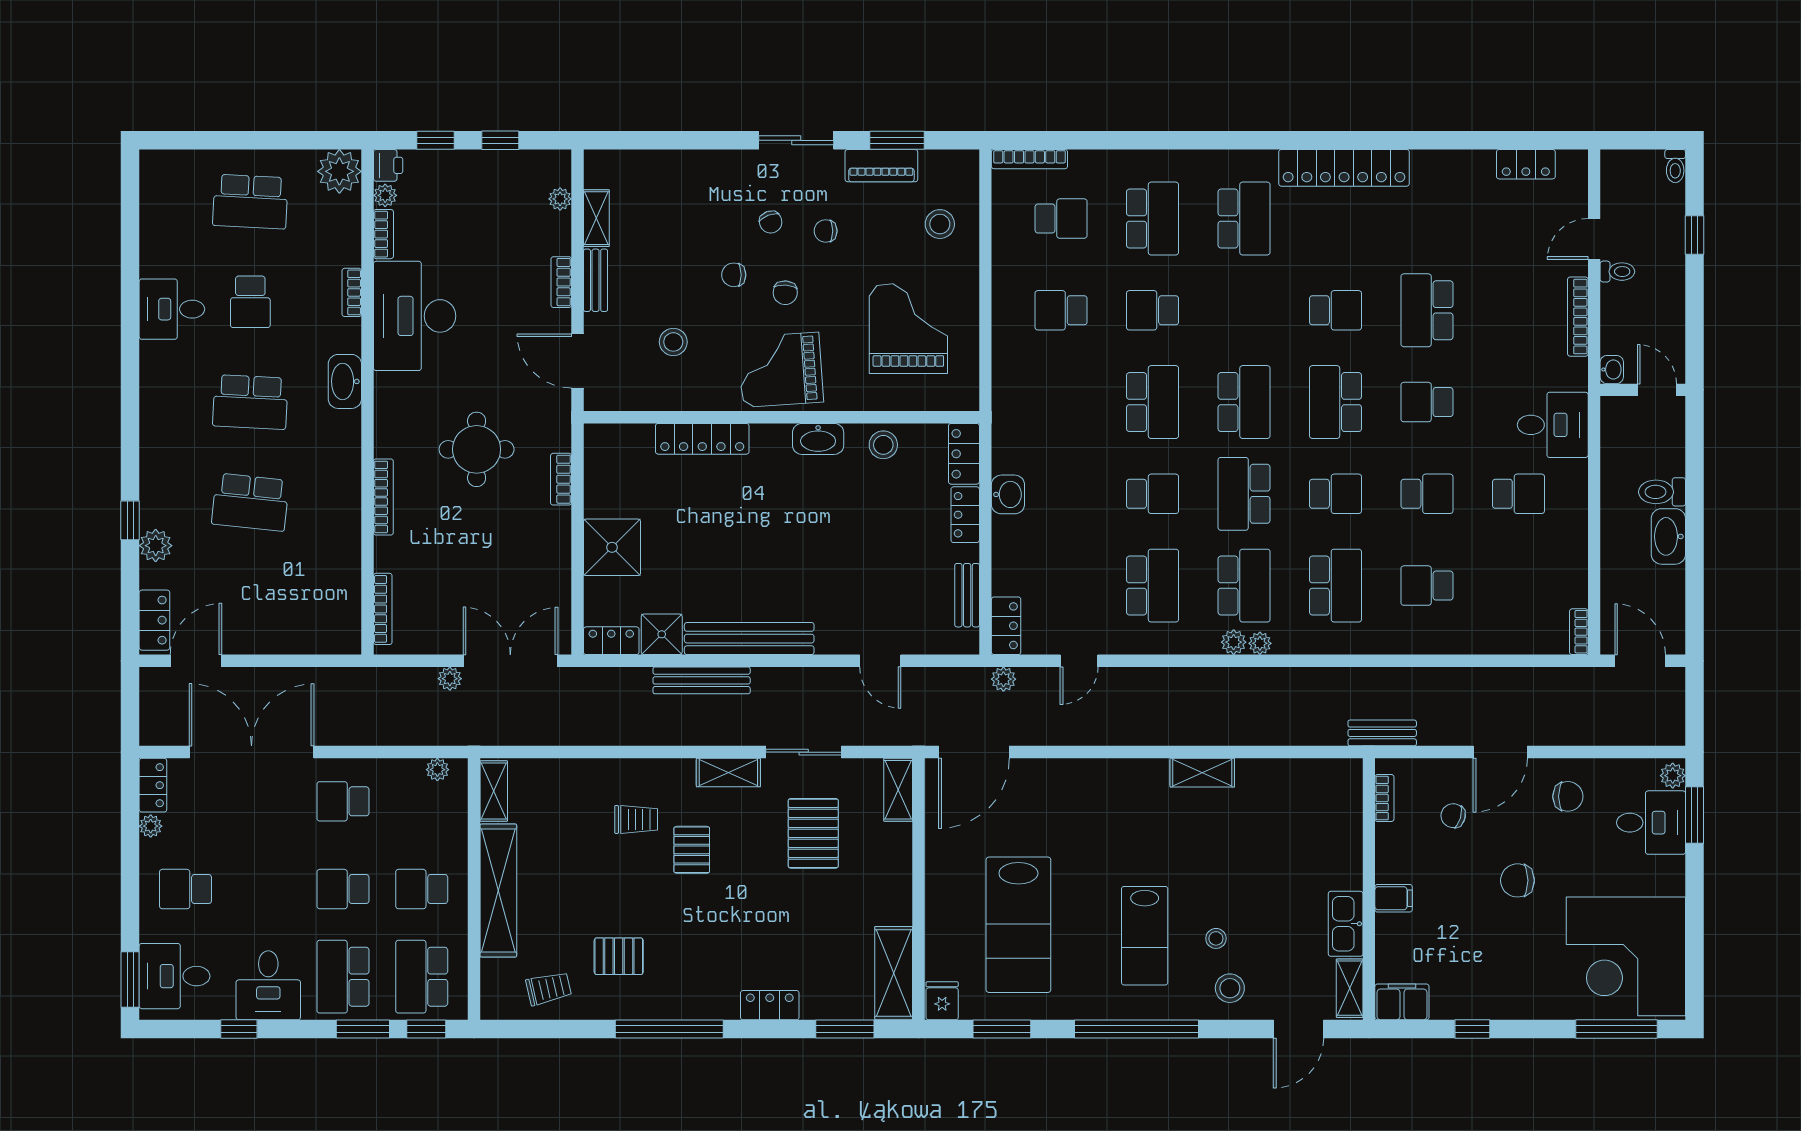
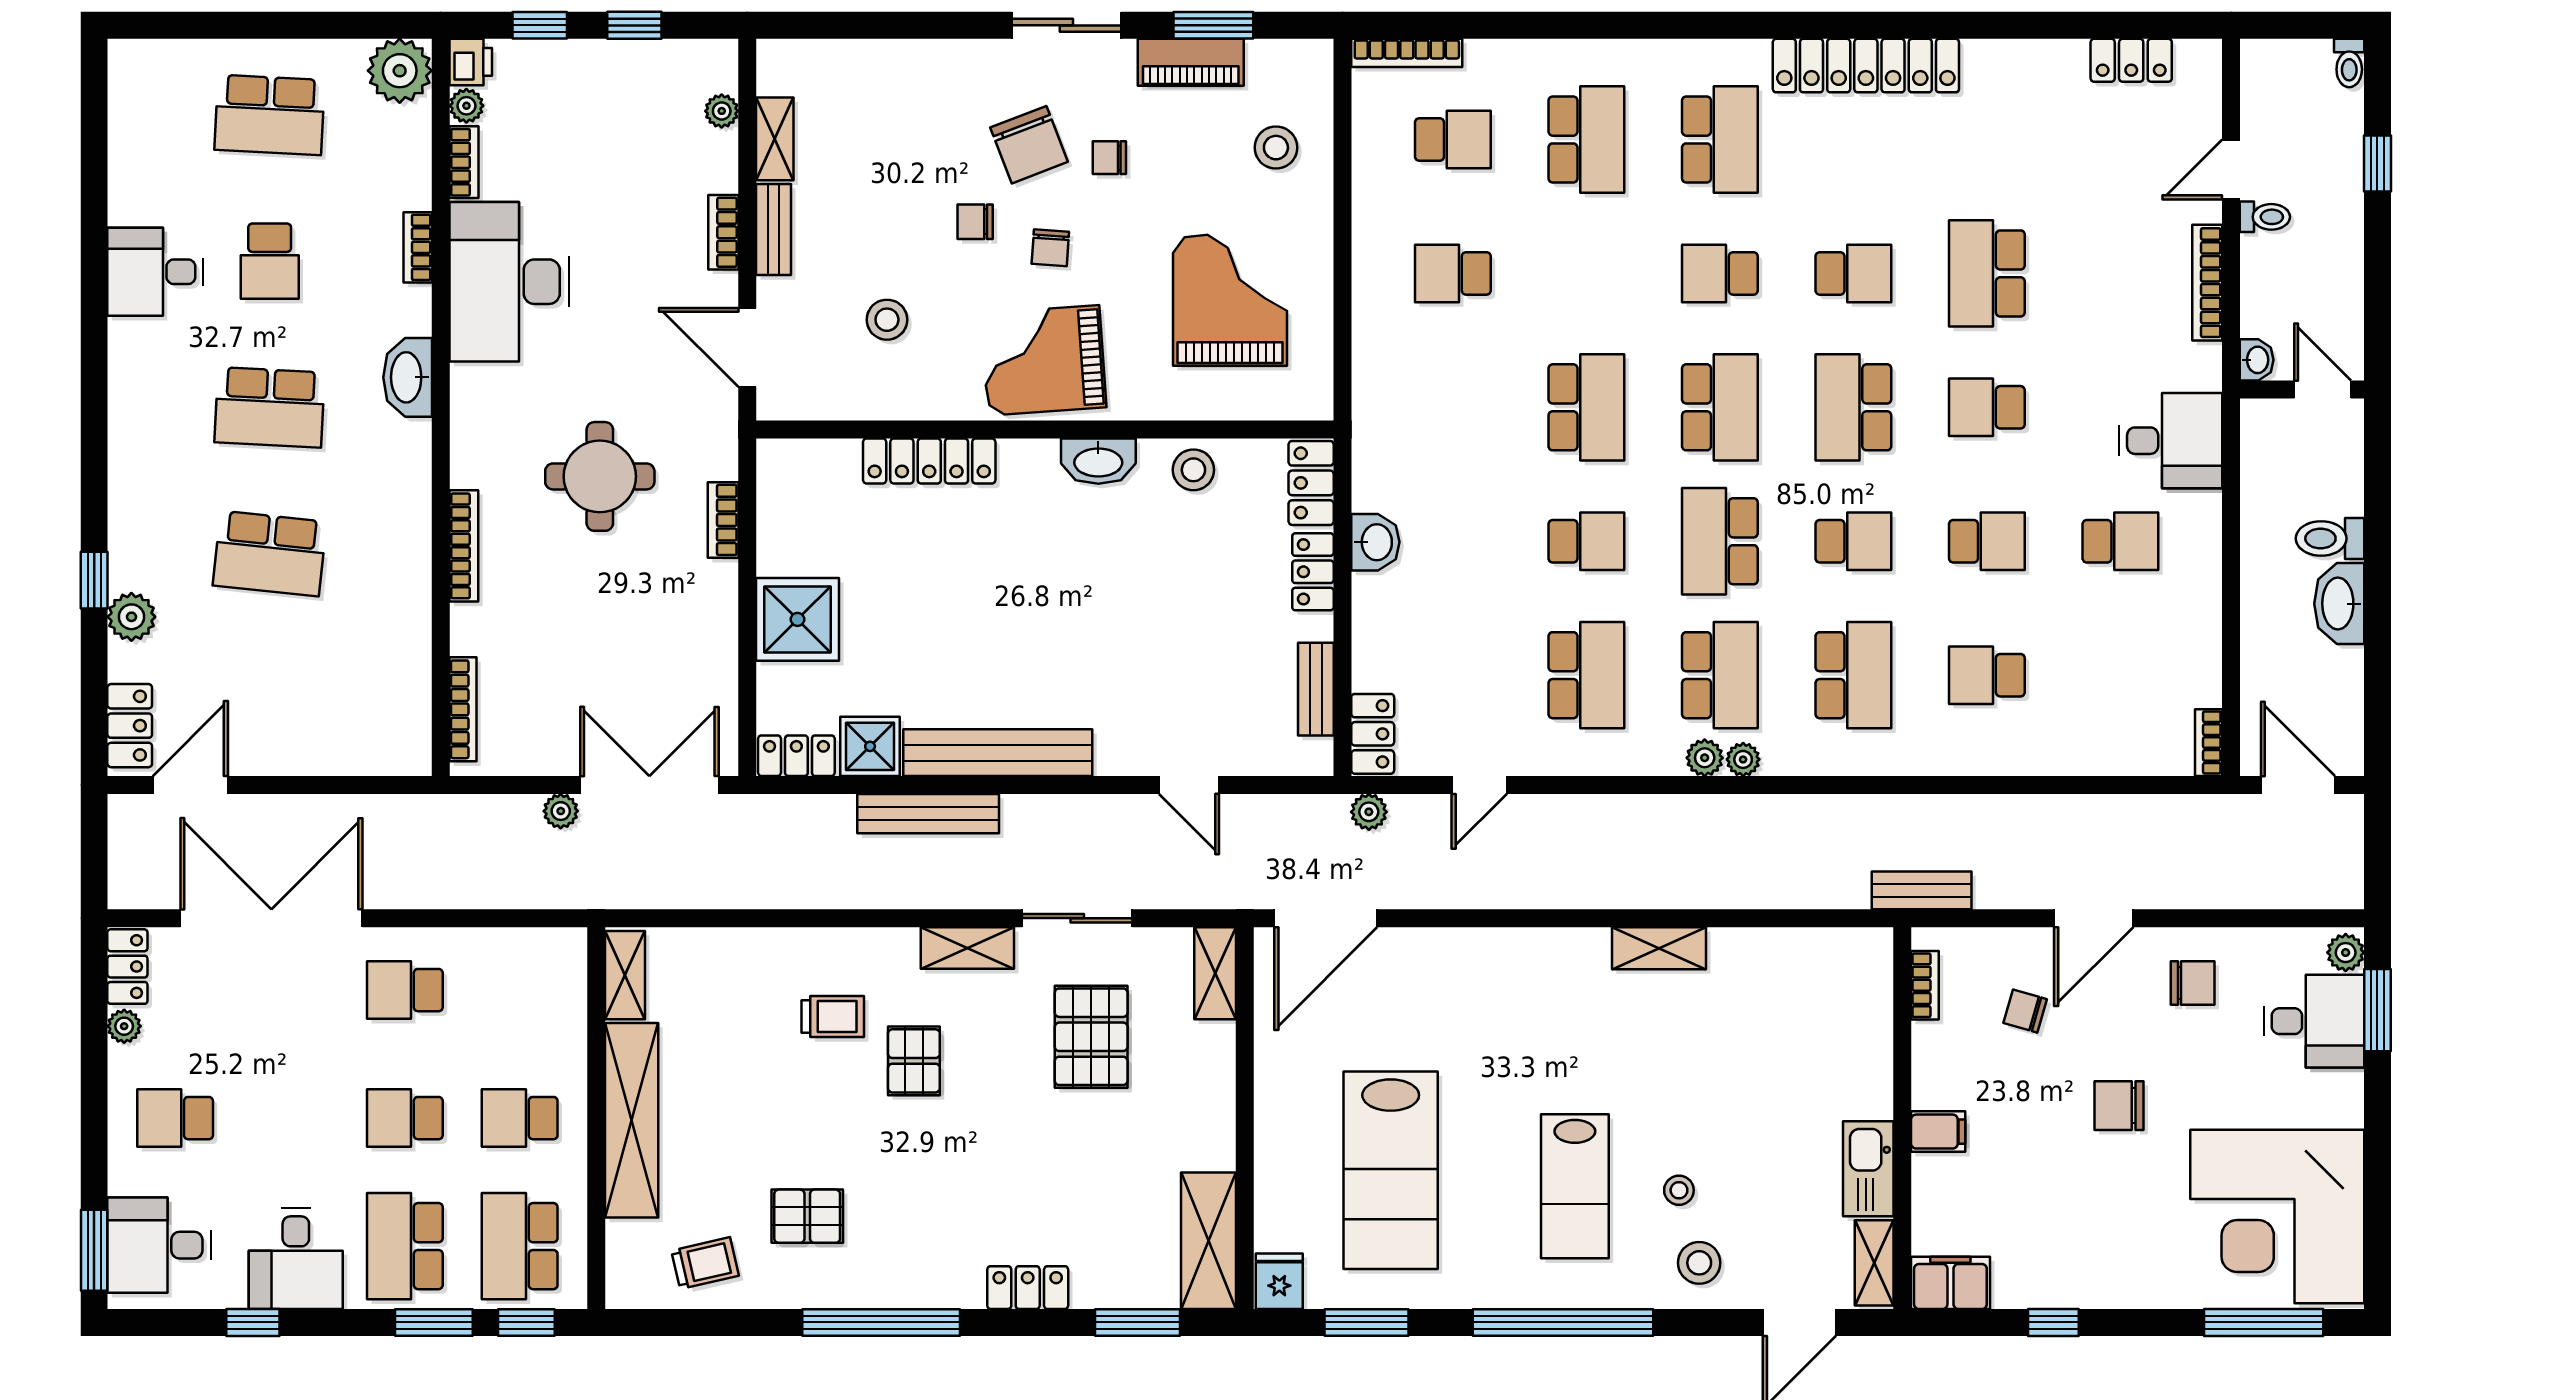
chair: (771, 222) -> (1029, 145), width x1.87, depth x1.87
school desk: (1153, 310) -> (1720, 273), moved
plant: (437, 770) -> (543, 944), removed

